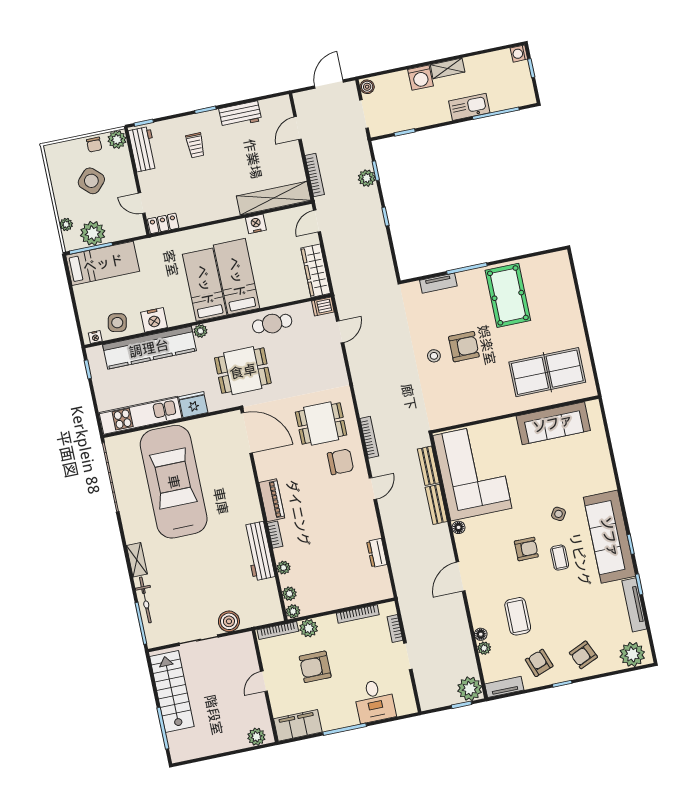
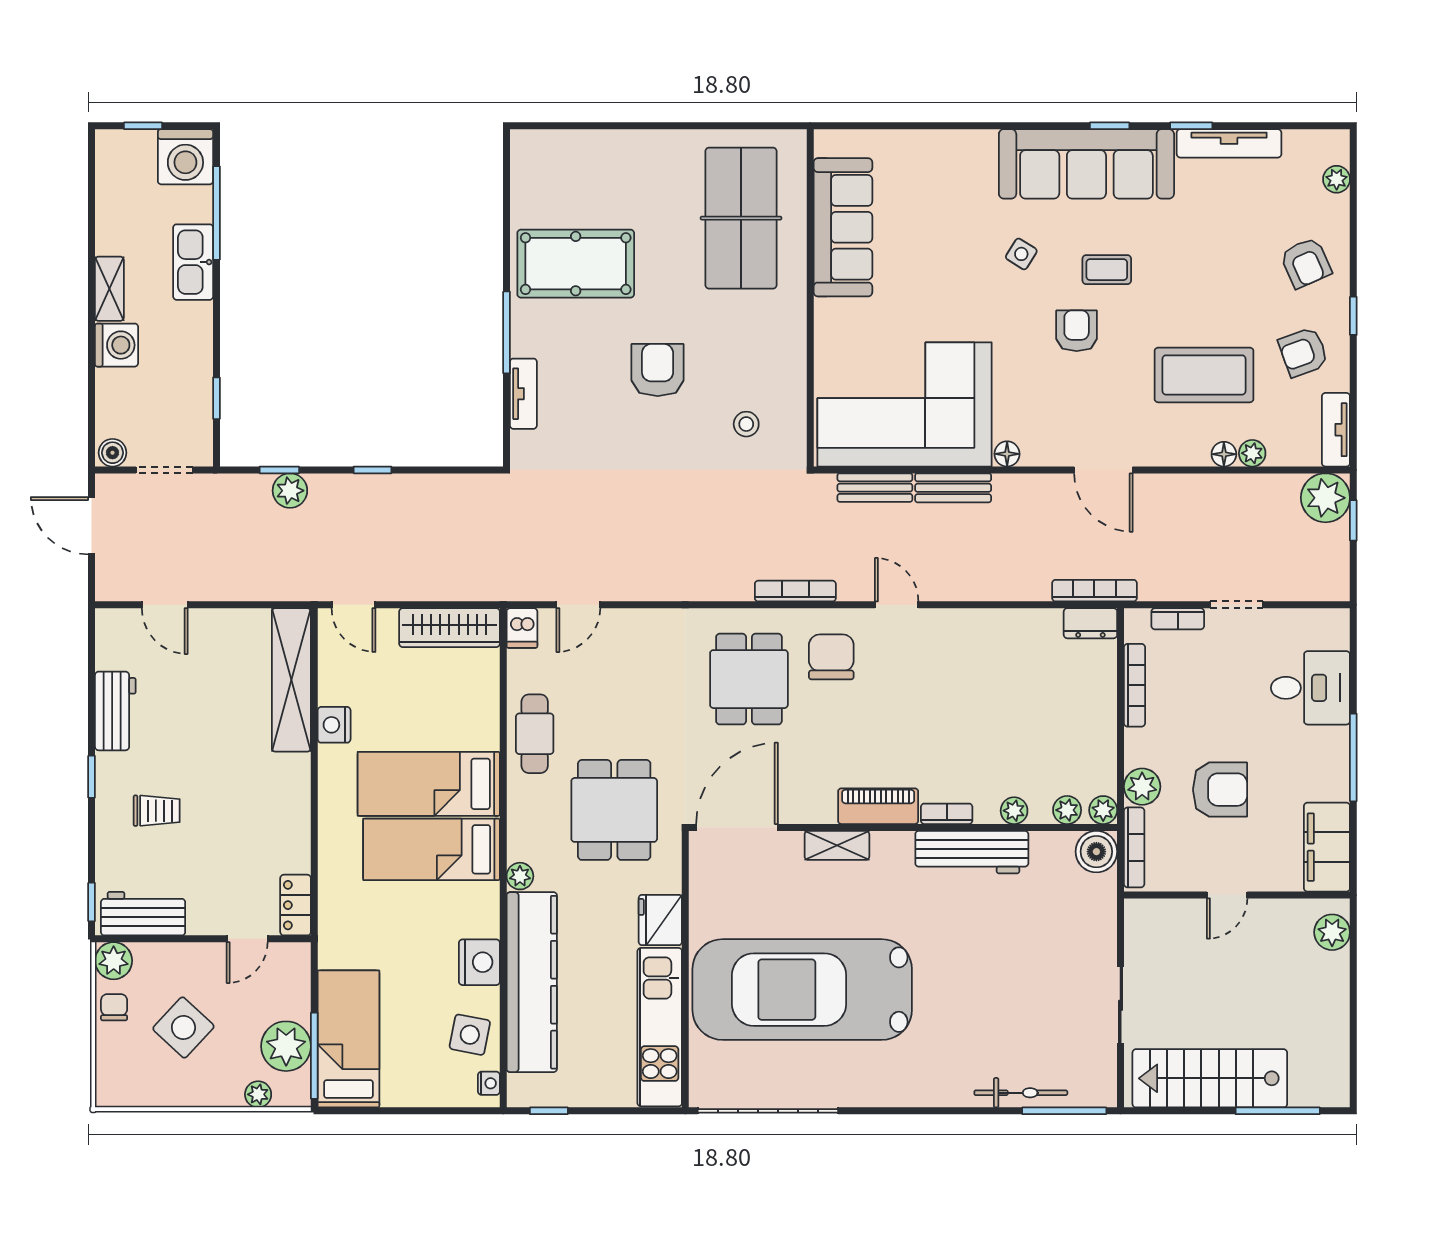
washing machine: (519, 54) -> (185, 157), moved, width x1.89, depth x1.89
chair: (94, 145) -> (114, 1007), turned -90
bookcase: (315, 175) -> (1094, 591), moved
door: (340, 332) -> (578, 605), swing flipped
stool: (434, 356) -> (746, 424), moved
dresser: (377, 553) -> (1090, 623), moved
shelving: (137, 560) -> (837, 845), moved
coffee table: (518, 616) -> (1204, 375), width x1.36, depth x1.32
boiler: (229, 621) -> (1096, 852), moved
plant: (632, 654) -> (1337, 179), width x0.53, depth x0.53
armchair: (315, 667) -> (1220, 790), turned -90
door: (264, 681) -> (1227, 895), hinge flipped

